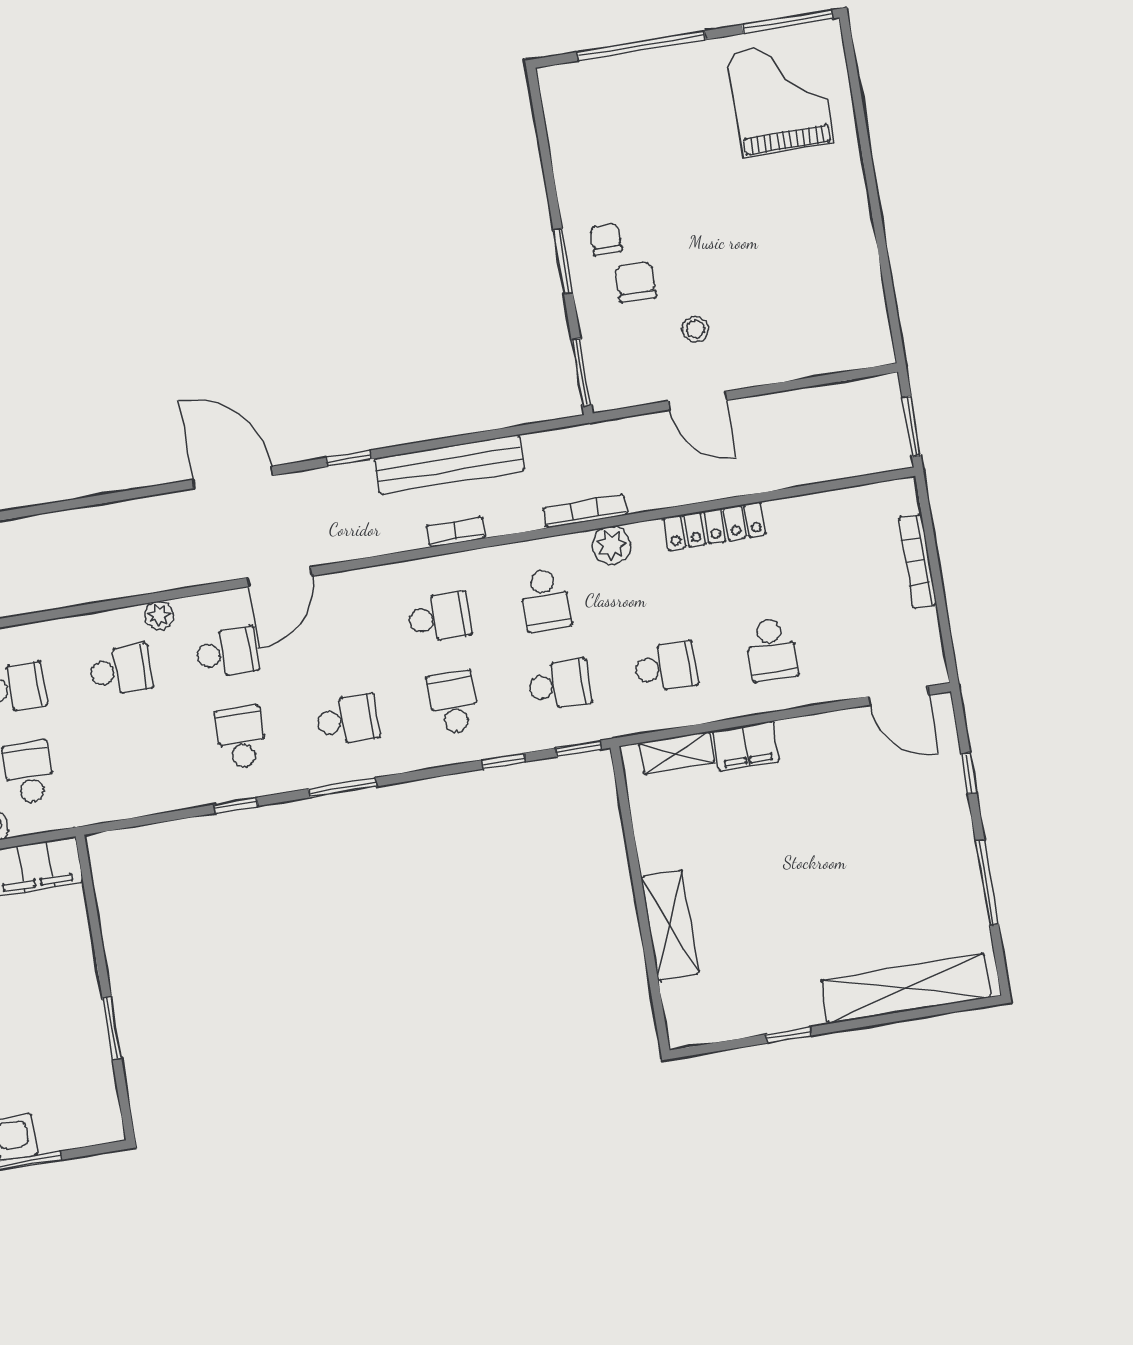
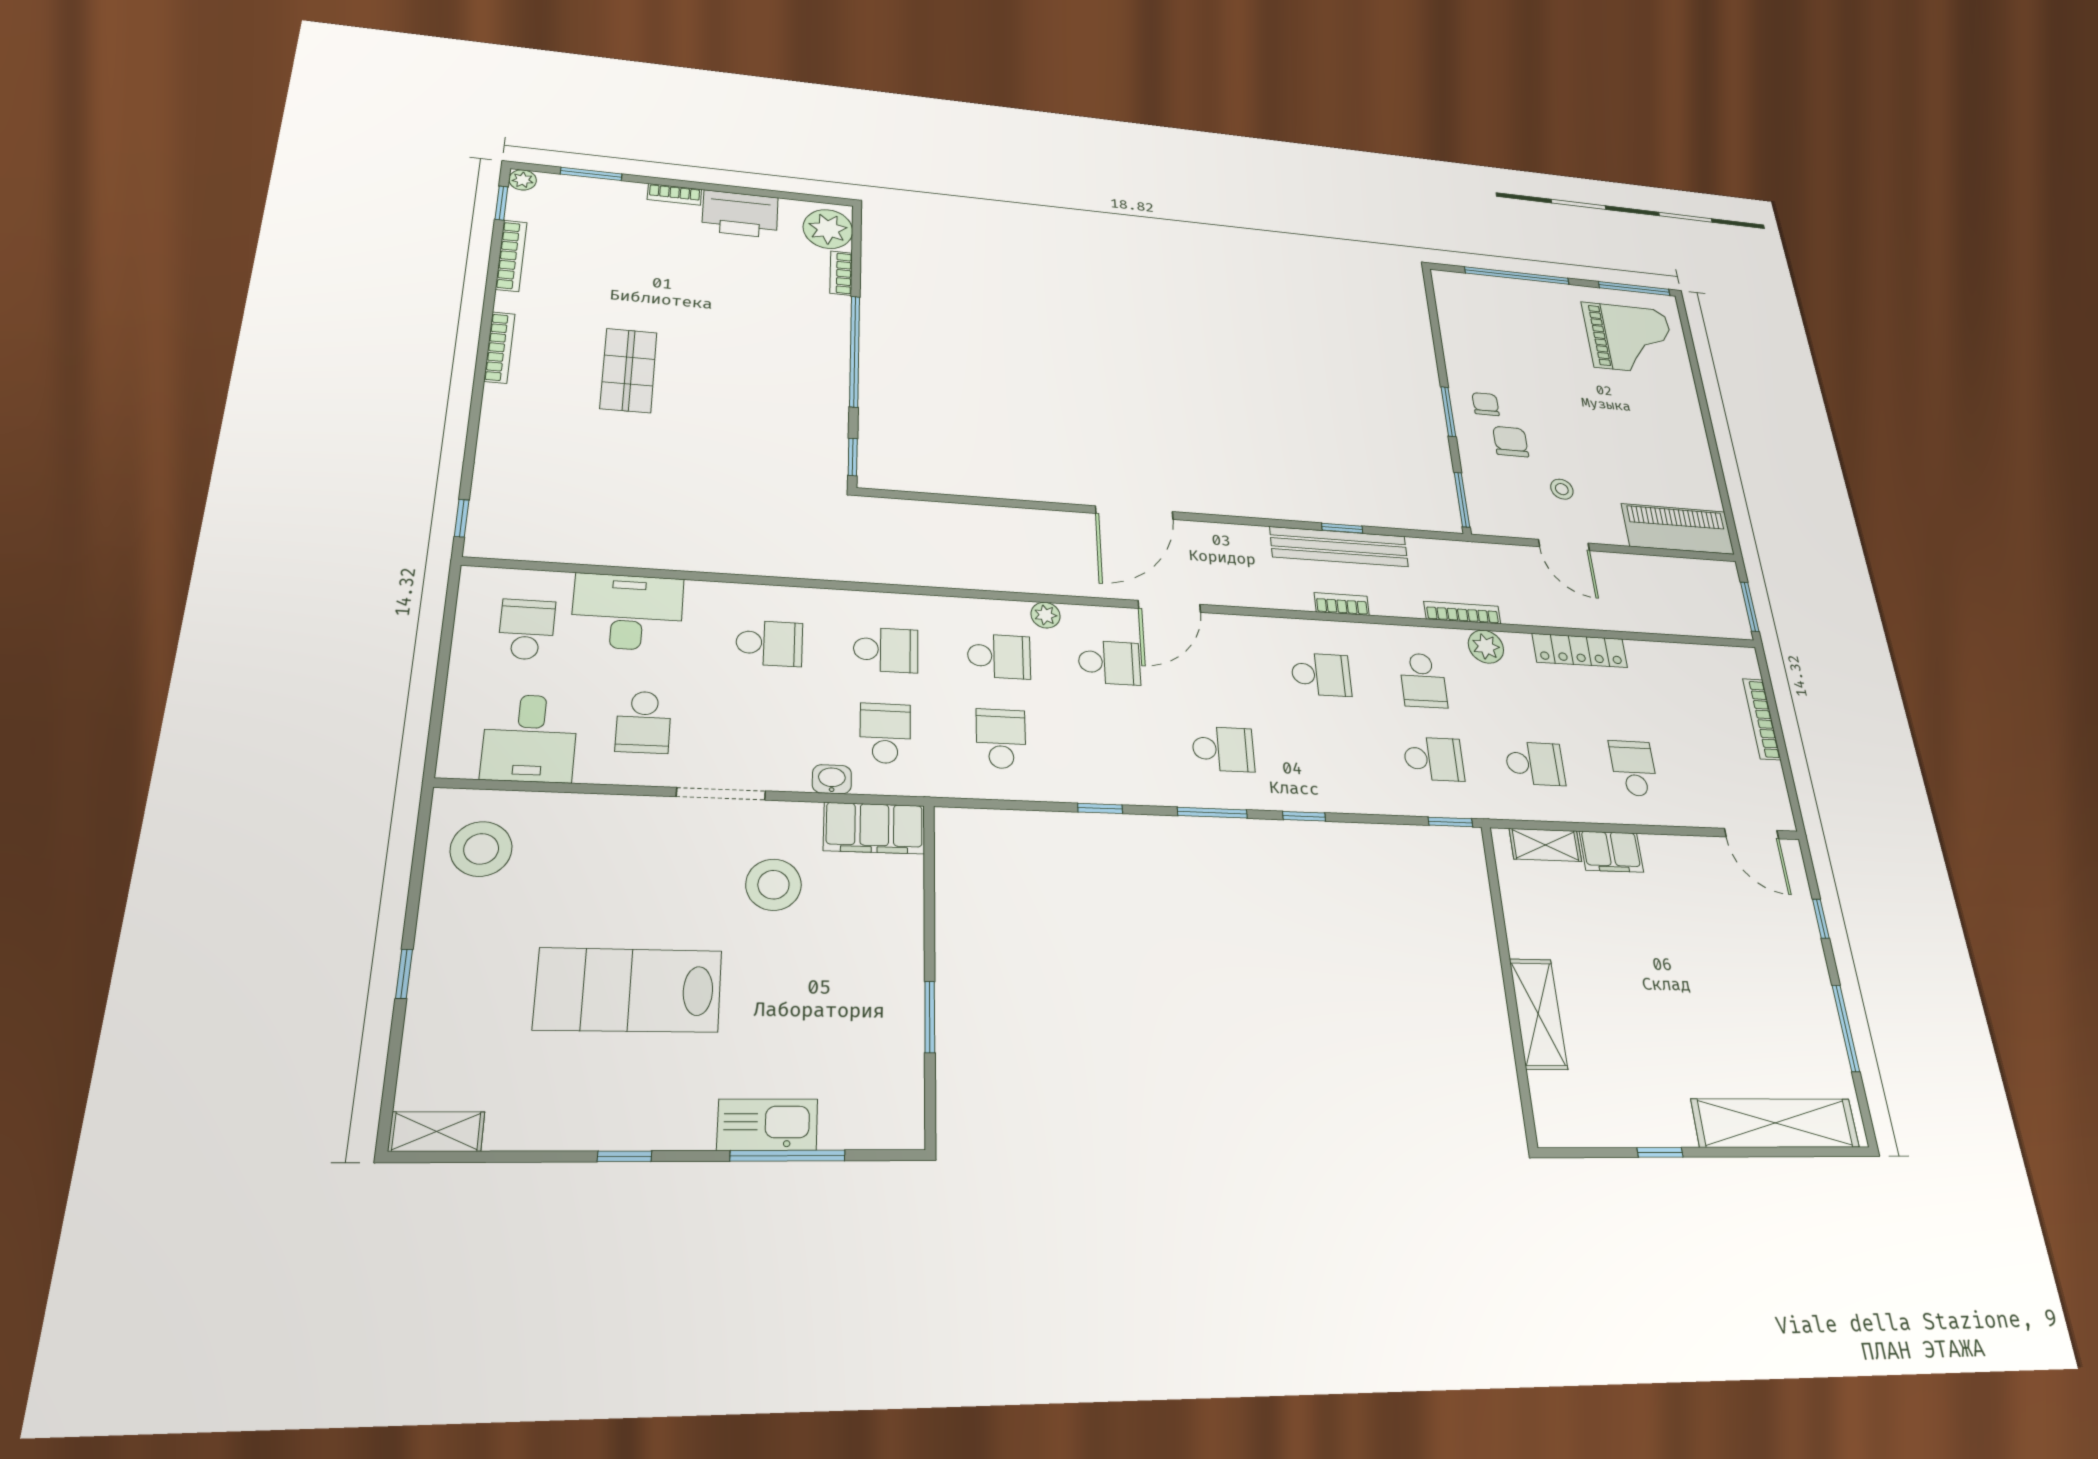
grand piano: (780, 98) -> (1630, 338), turned 90
piano: (831, 347) -> (1678, 529), added
window: (348, 458) -> (1342, 528), moved
door: (233, 477) -> (1134, 513), swing flipped
school desk: (772, 650) -> (1634, 768), turned 180
school desk: (453, 702) -> (1330, 754), removed
school desk: (241, 737) -> (1001, 739), moved
window: (504, 761) -> (1304, 816), moved

